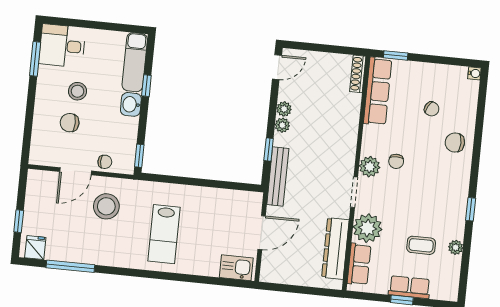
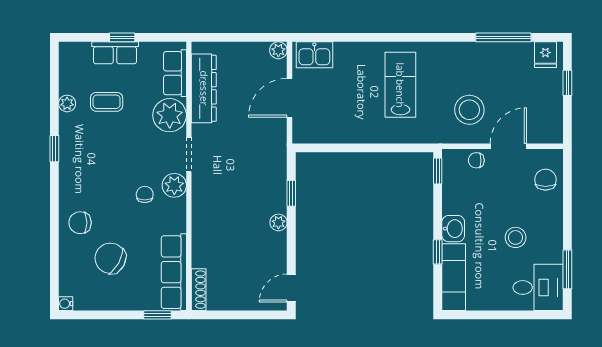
plant: (284, 109) -> (278, 50), moved
chair: (432, 109) -> (110, 258), width x1.87, depth x1.87
chair: (70, 123) -> (545, 180), moved, turned -90
chair: (455, 143) -> (80, 223), turned 180
bench: (278, 176) -> (278, 164), removed

